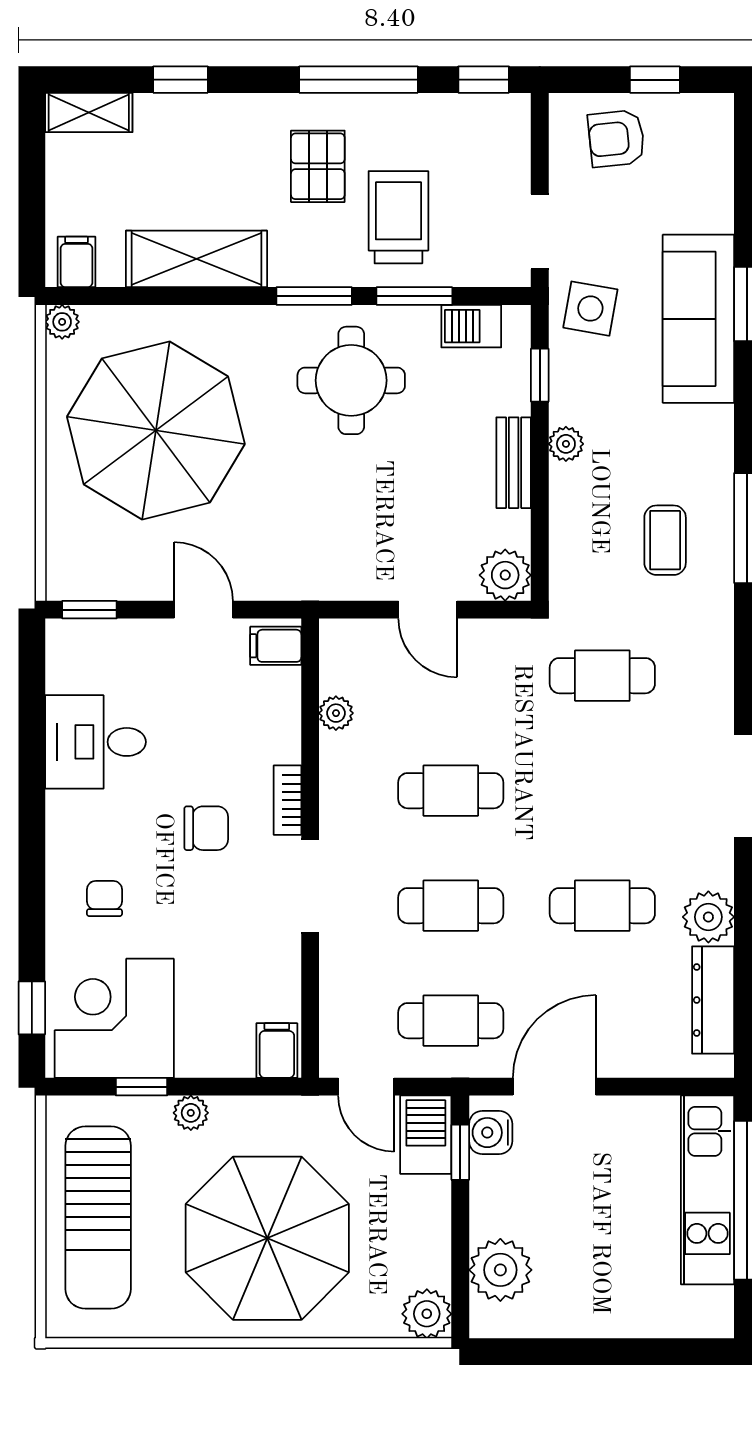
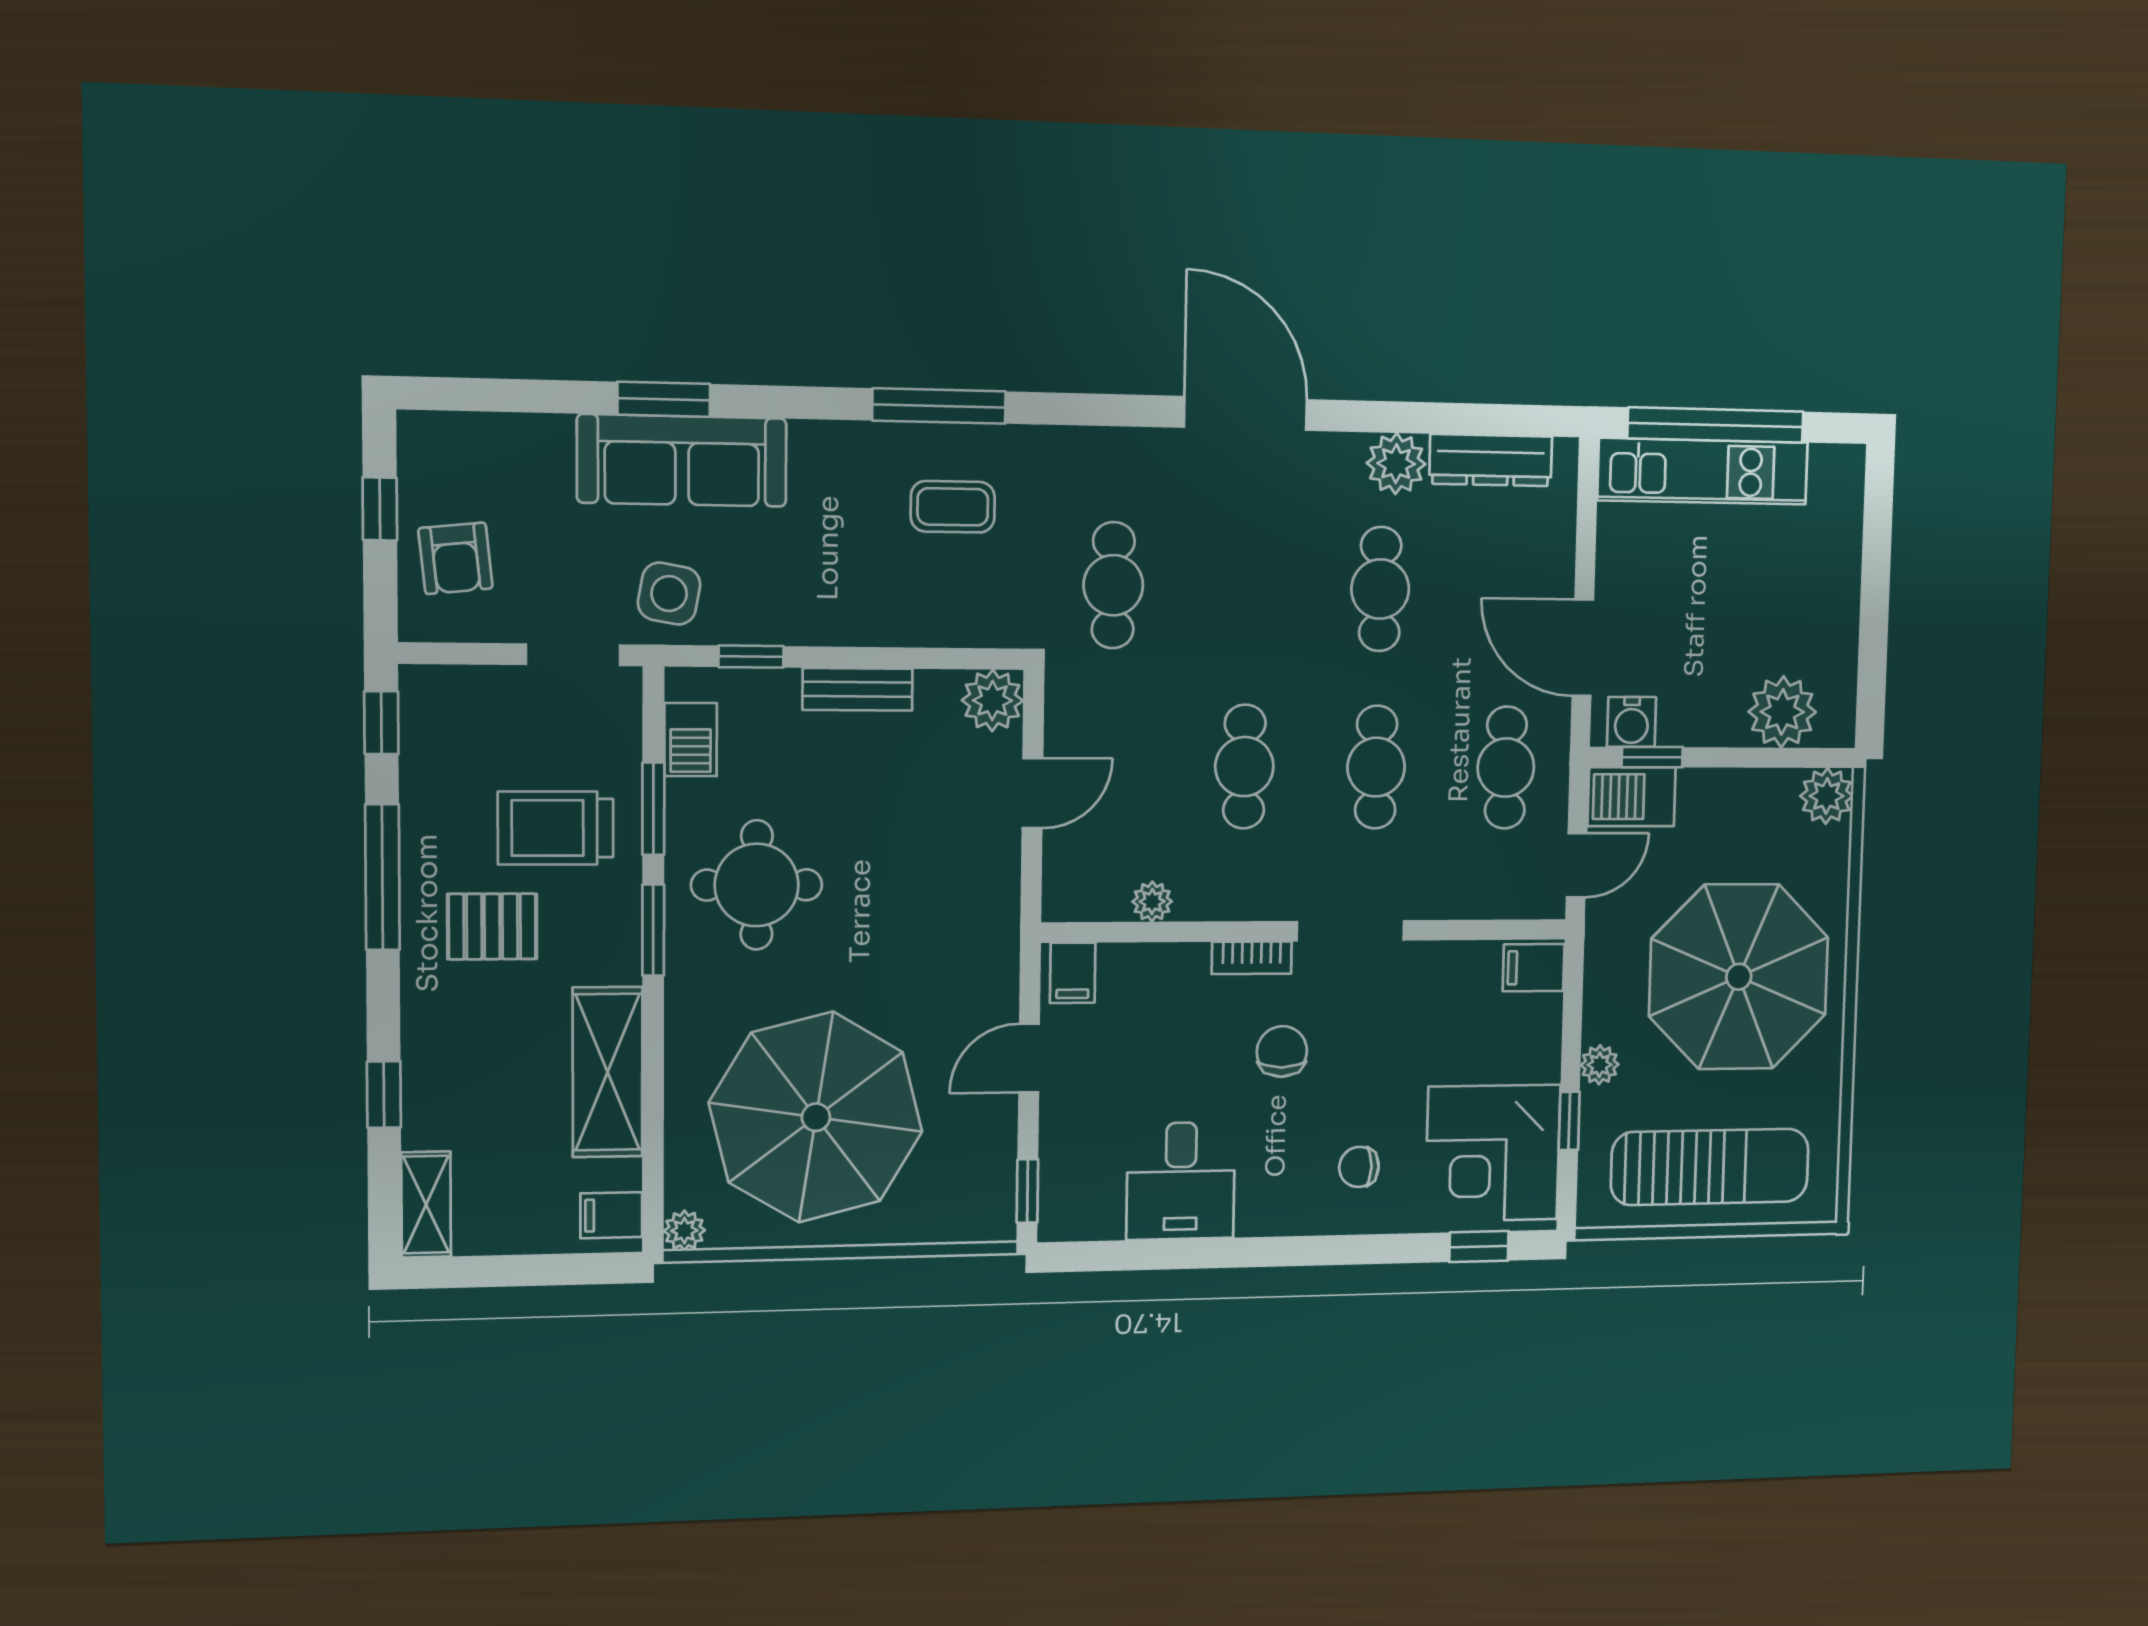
plant: (566, 444) -> (835, 626), removed

